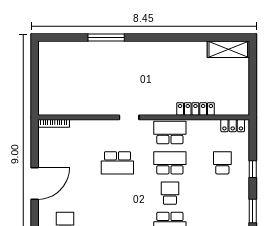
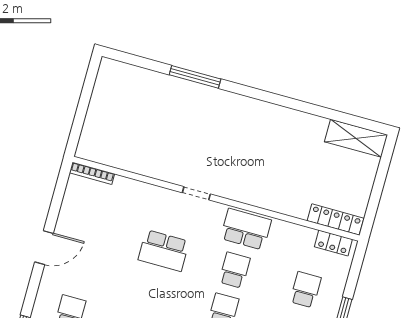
locker: (195, 109) -> (335, 219), moved
school desk: (170, 163) -> (235, 270), width x0.54
door: (35, 183) -> (44, 248), width x0.73

